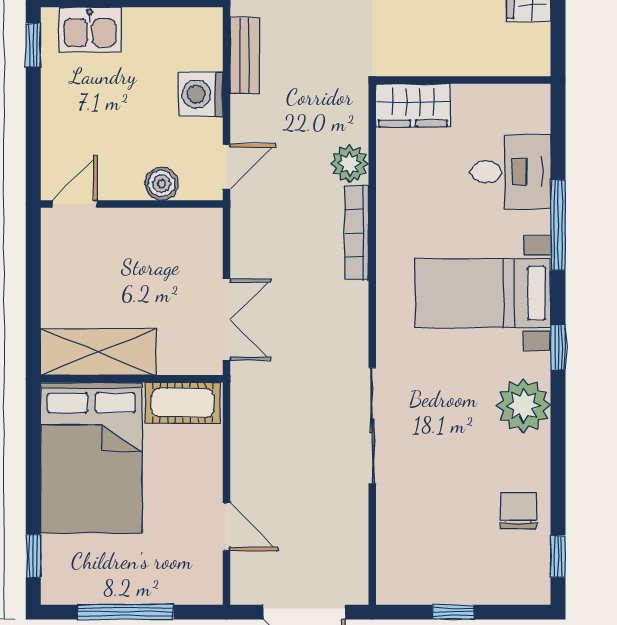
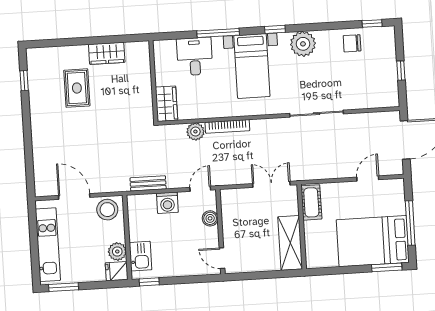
door: (226, 167) -> (200, 189), hinge flipped
bed: (91, 458) -> (373, 241), moved, turned 180
window: (33, 556) -> (387, 267), width x1.50

